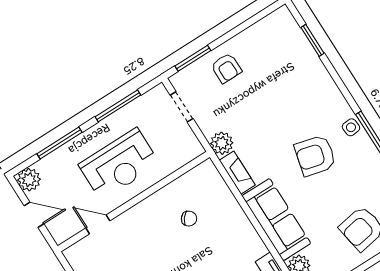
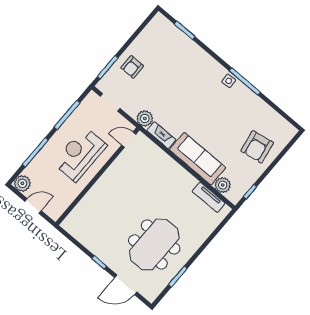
armchair: (226, 68) -> (132, 67), turned 90
armchair: (315, 156) -> (210, 107), removed
reception desk: (119, 164) -> (80, 154), turned 180
chair: (189, 219) -> (138, 176), removed
door: (98, 224) -> (129, 140), moved

